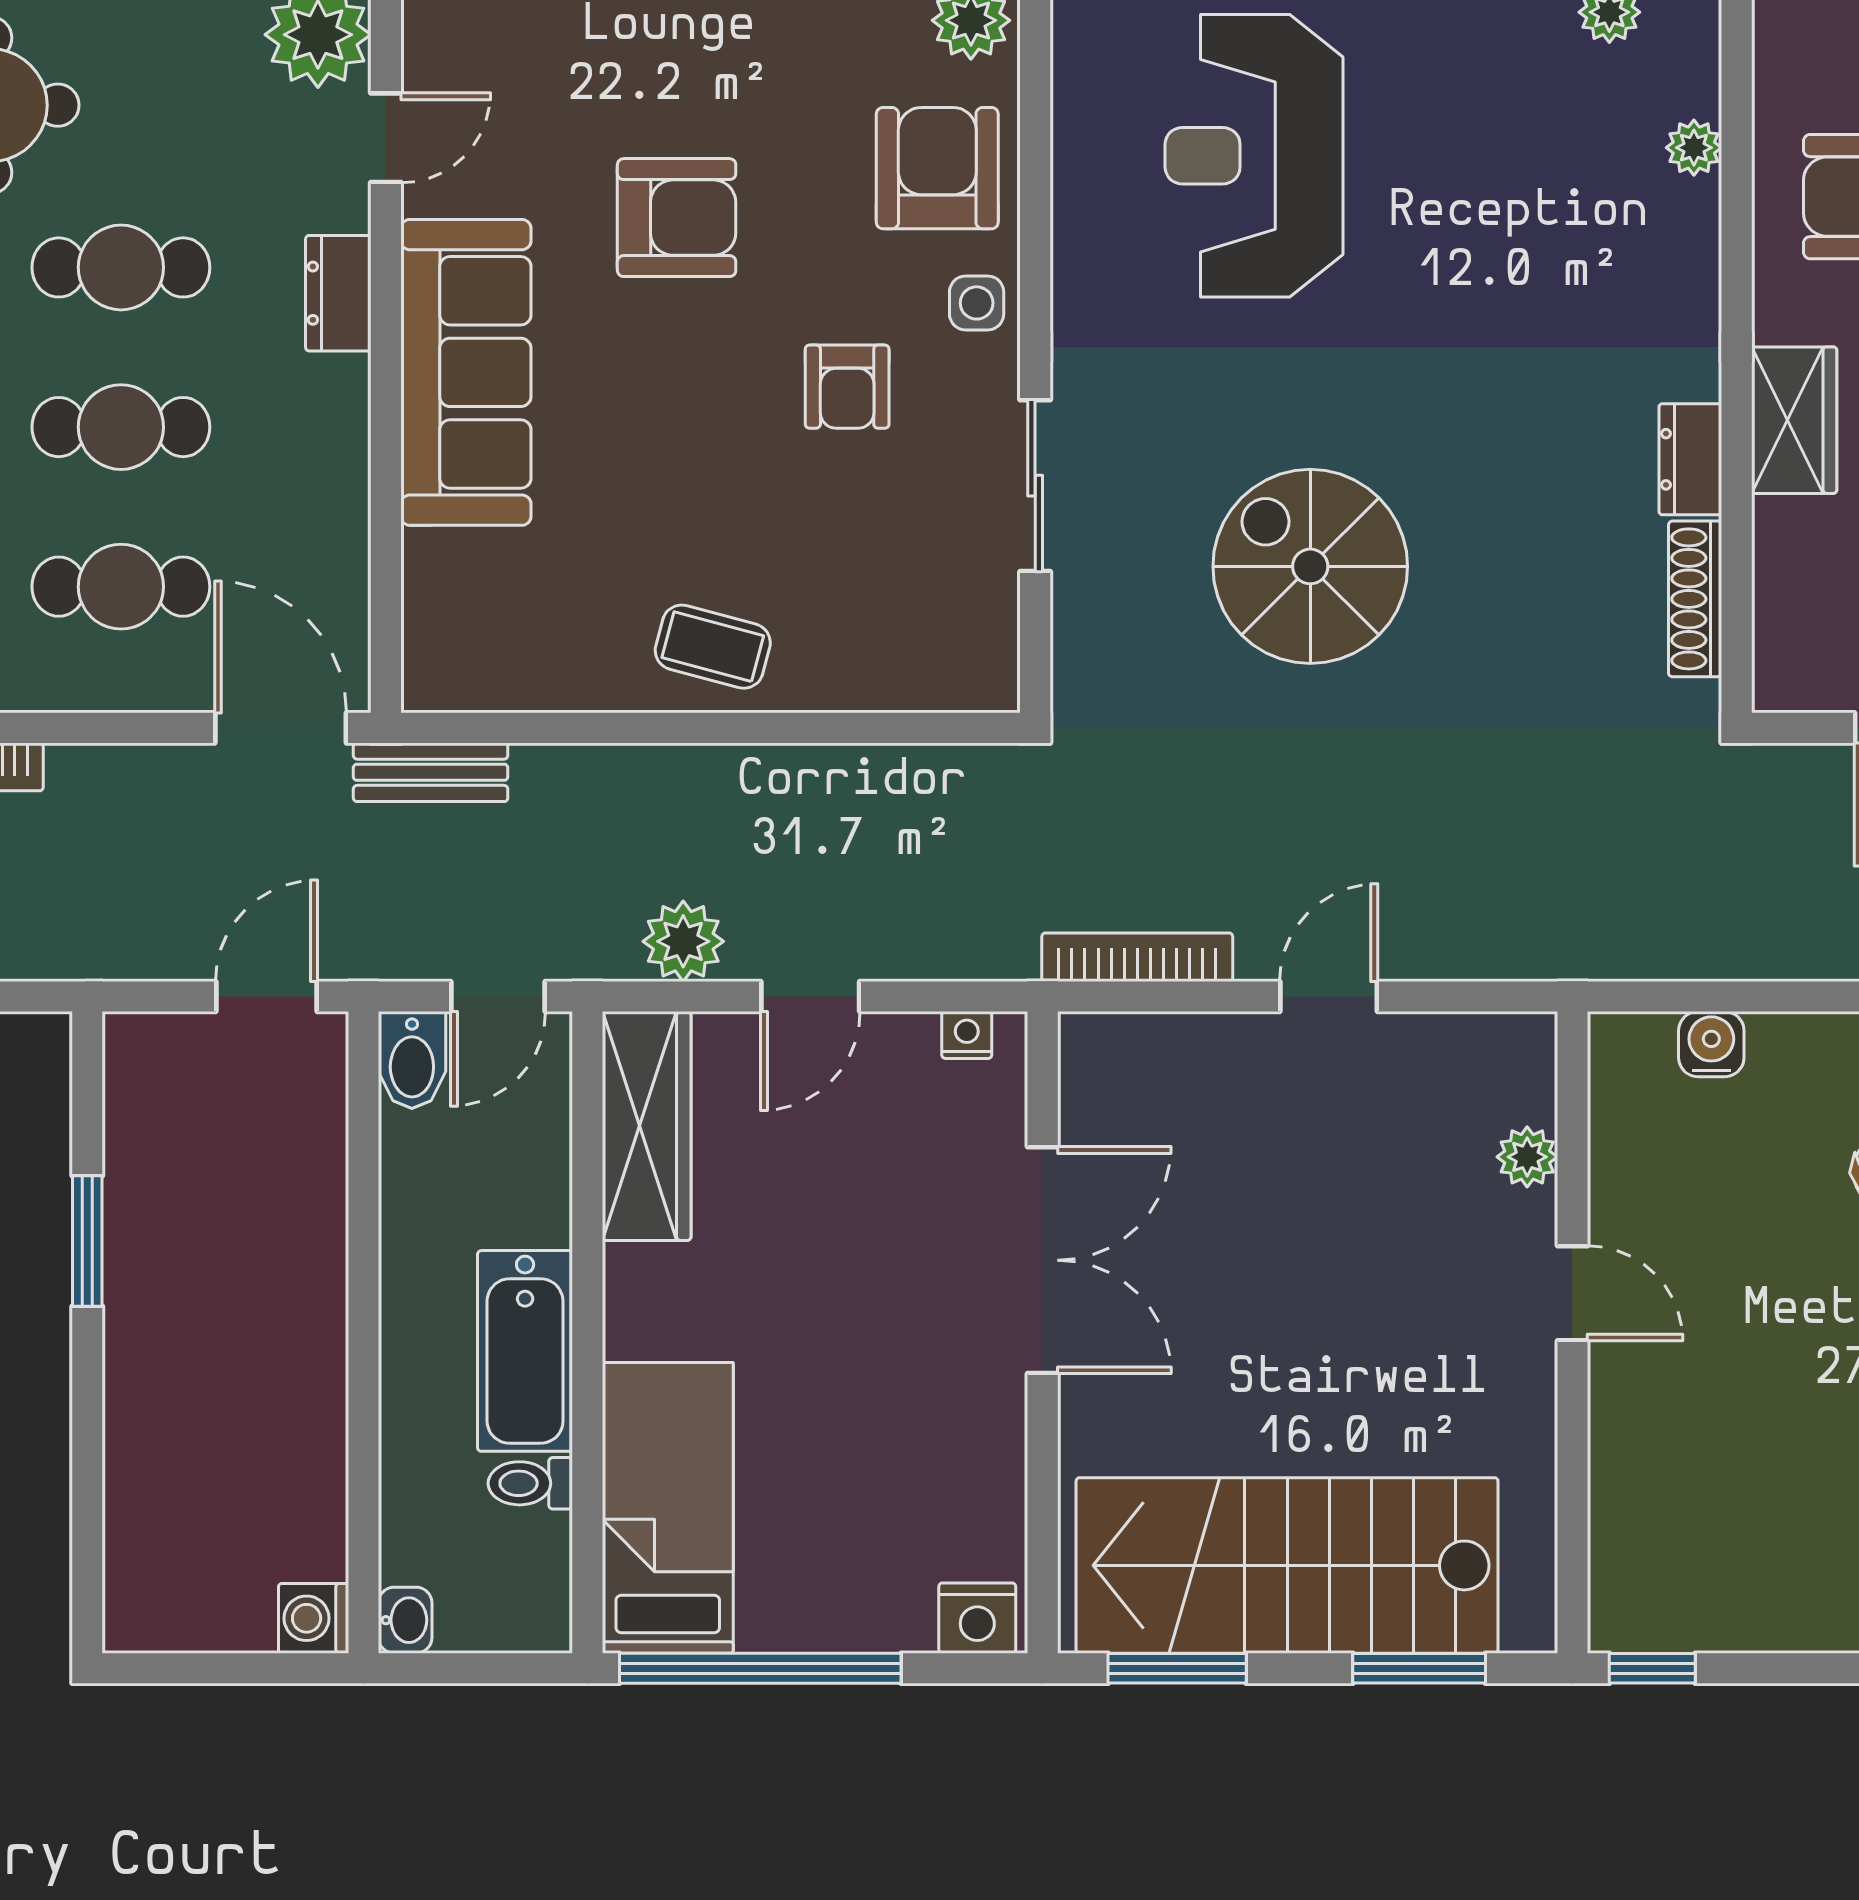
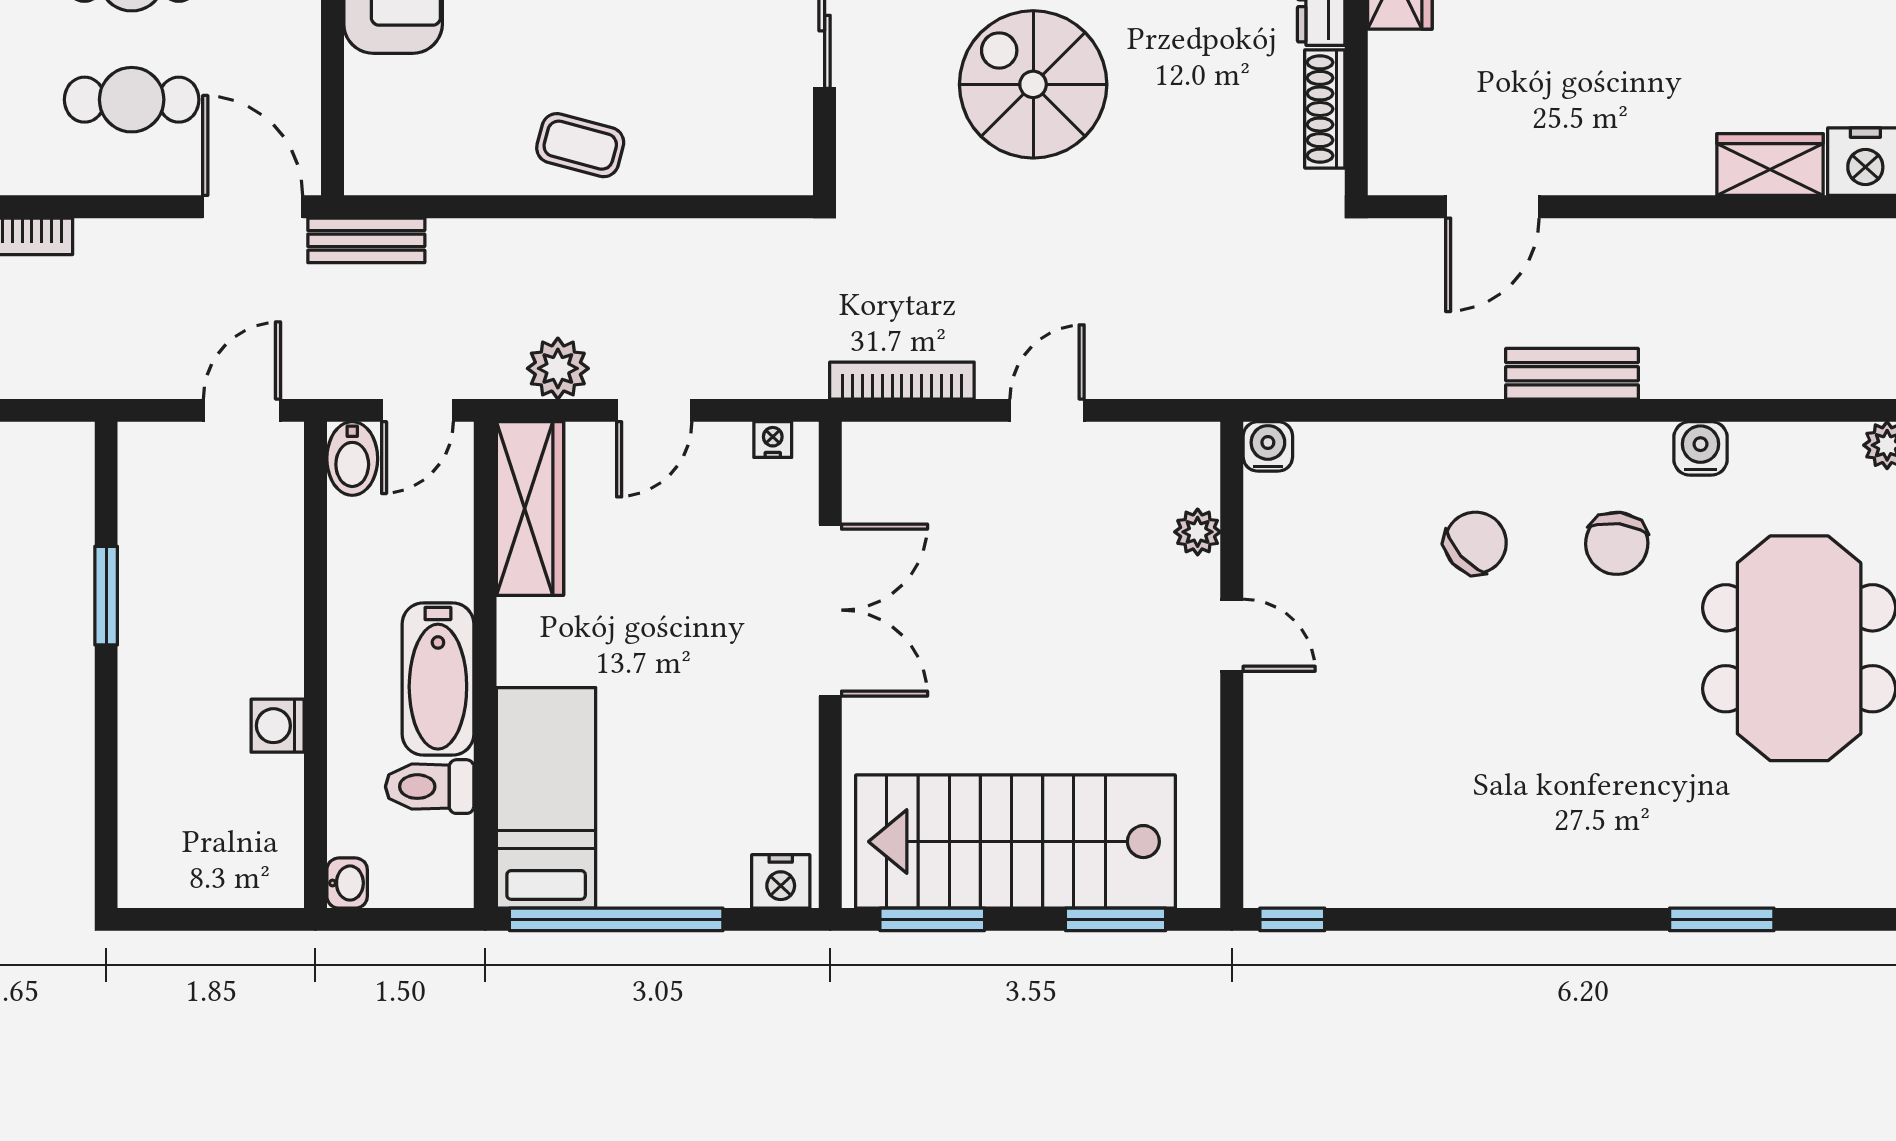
water cooler: (1711, 1044) -> (1268, 446), moved
toilet: (530, 1483) -> (430, 787), width x1.37, depth x1.39
washing machine: (314, 1618) -> (278, 726), moved

